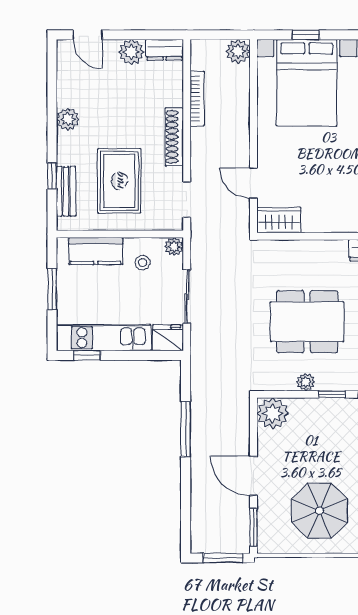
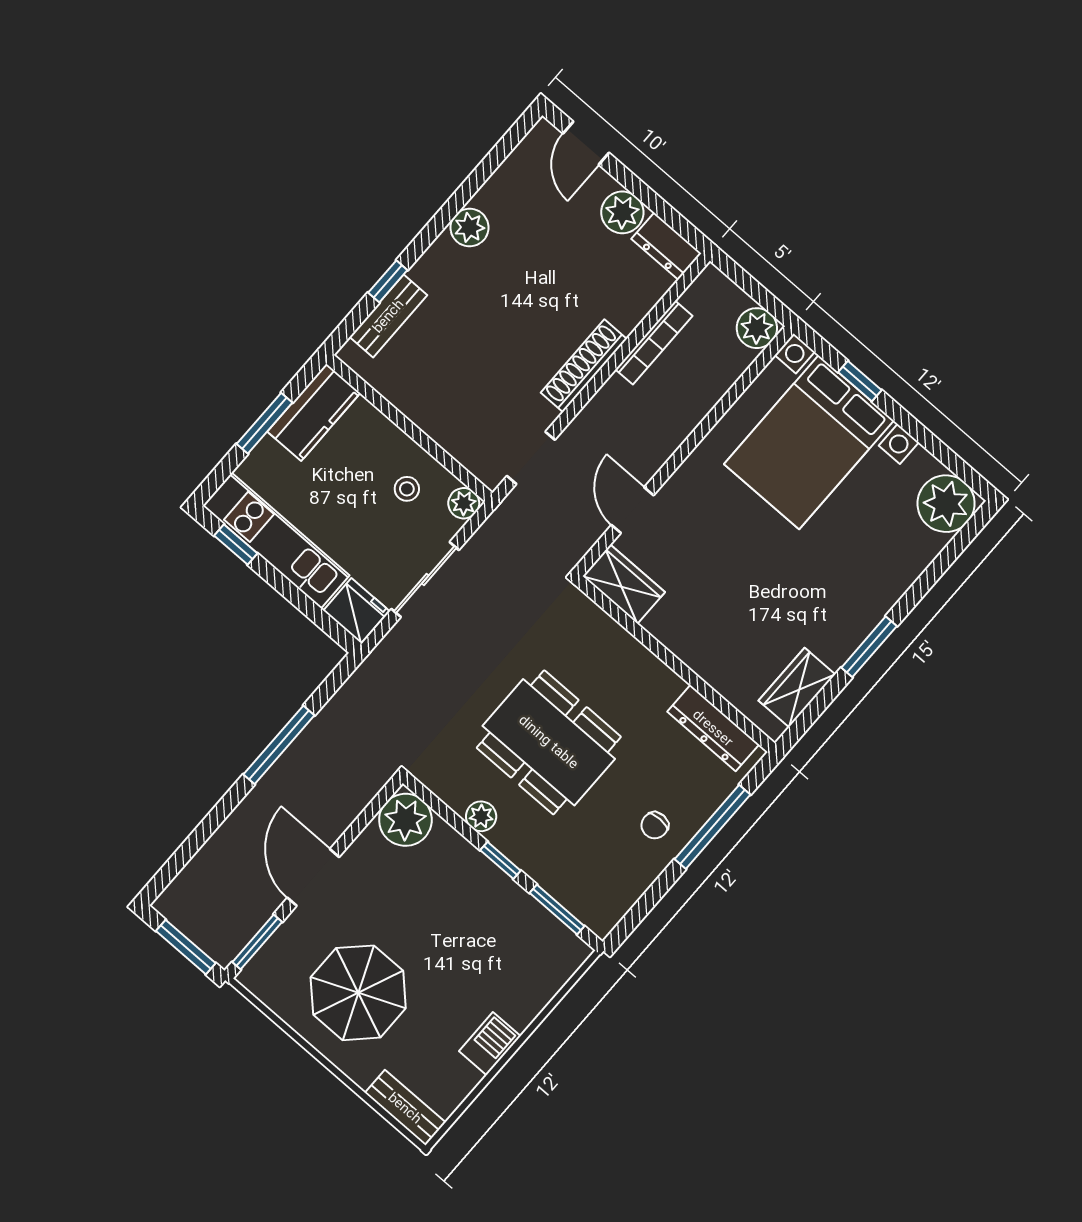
rug: (119, 181) -> (467, 361), removed
kitchen counter: (96, 251) -> (314, 412), moved, turned -90

